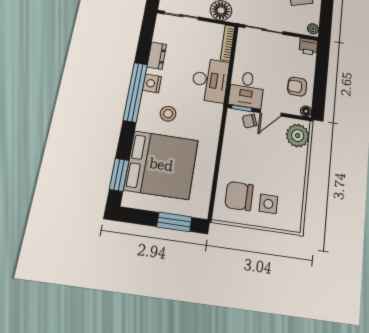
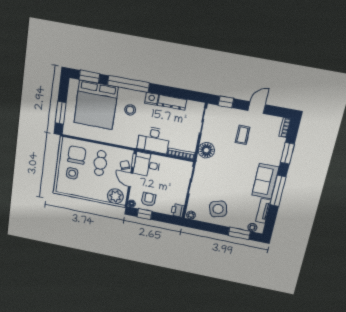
dresser: (157, 56) -> (172, 102), width x1.44
window: (135, 92) -> (128, 84), moved
window: (319, 92) -> (144, 214), added
cafe table: (249, 159) -> (100, 163), added

